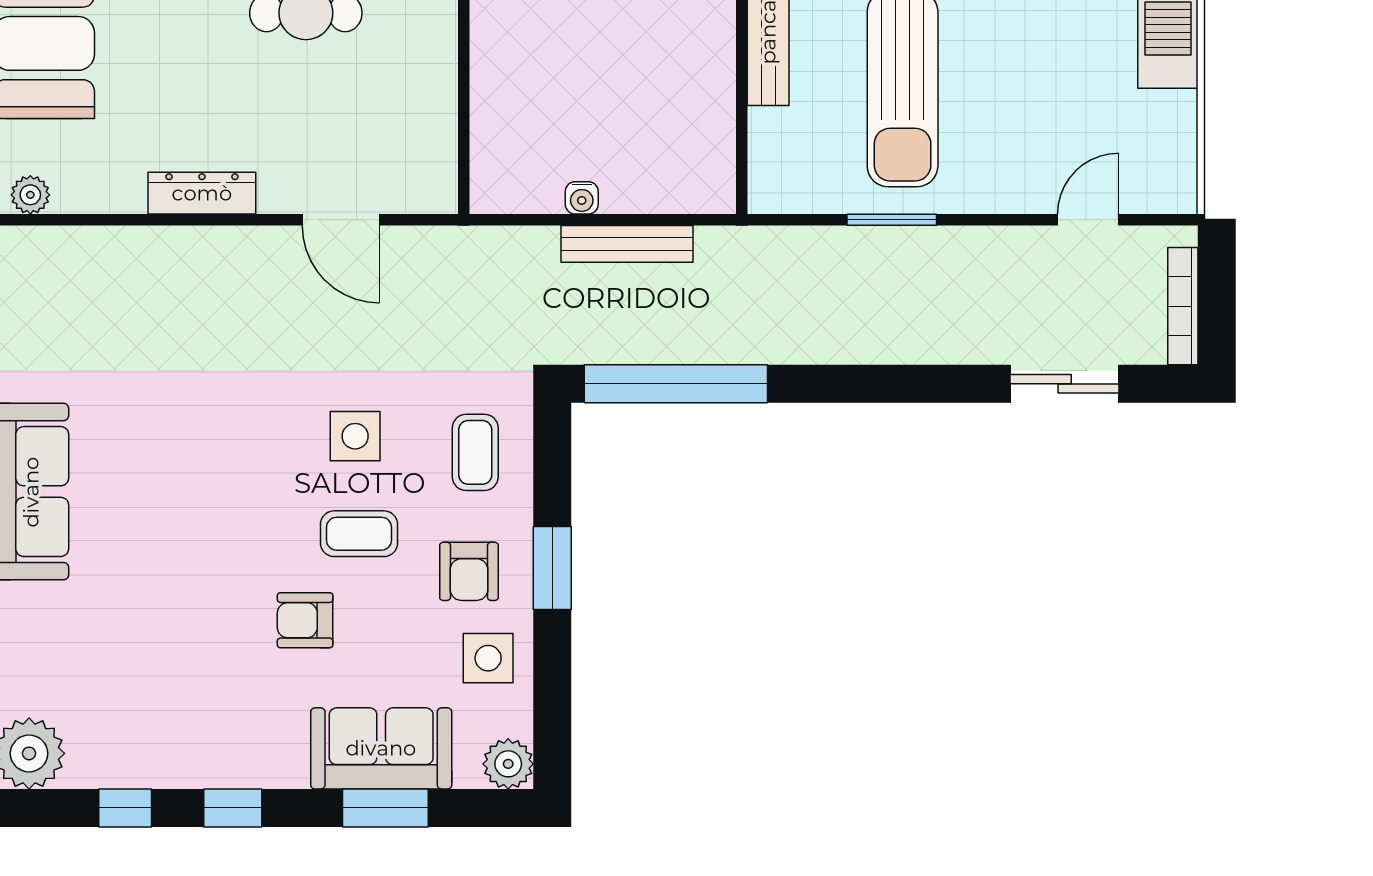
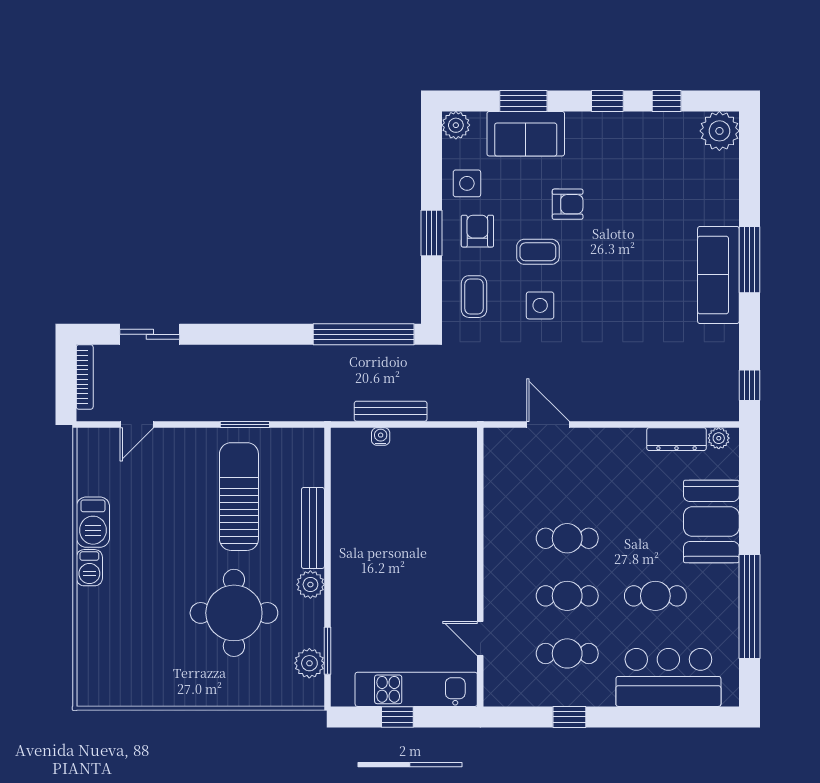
dresser: (202, 193) -> (676, 439), moved
water cooler: (582, 198) -> (381, 437), moved

